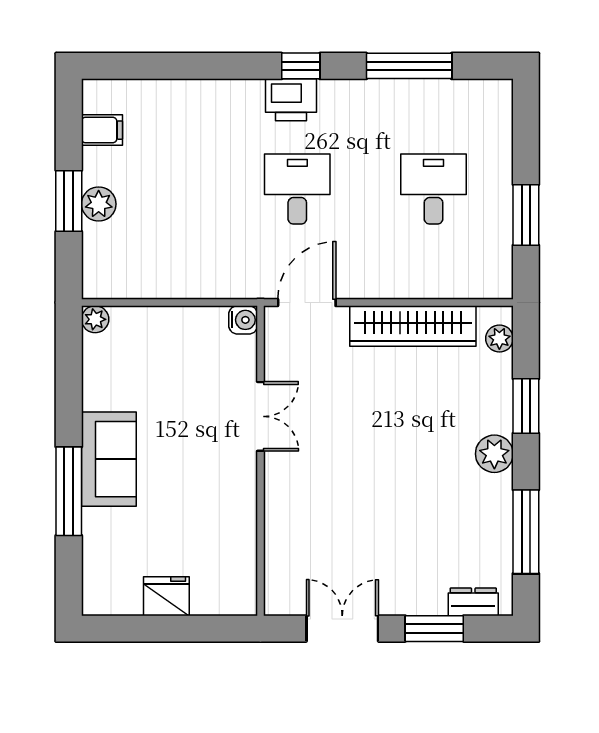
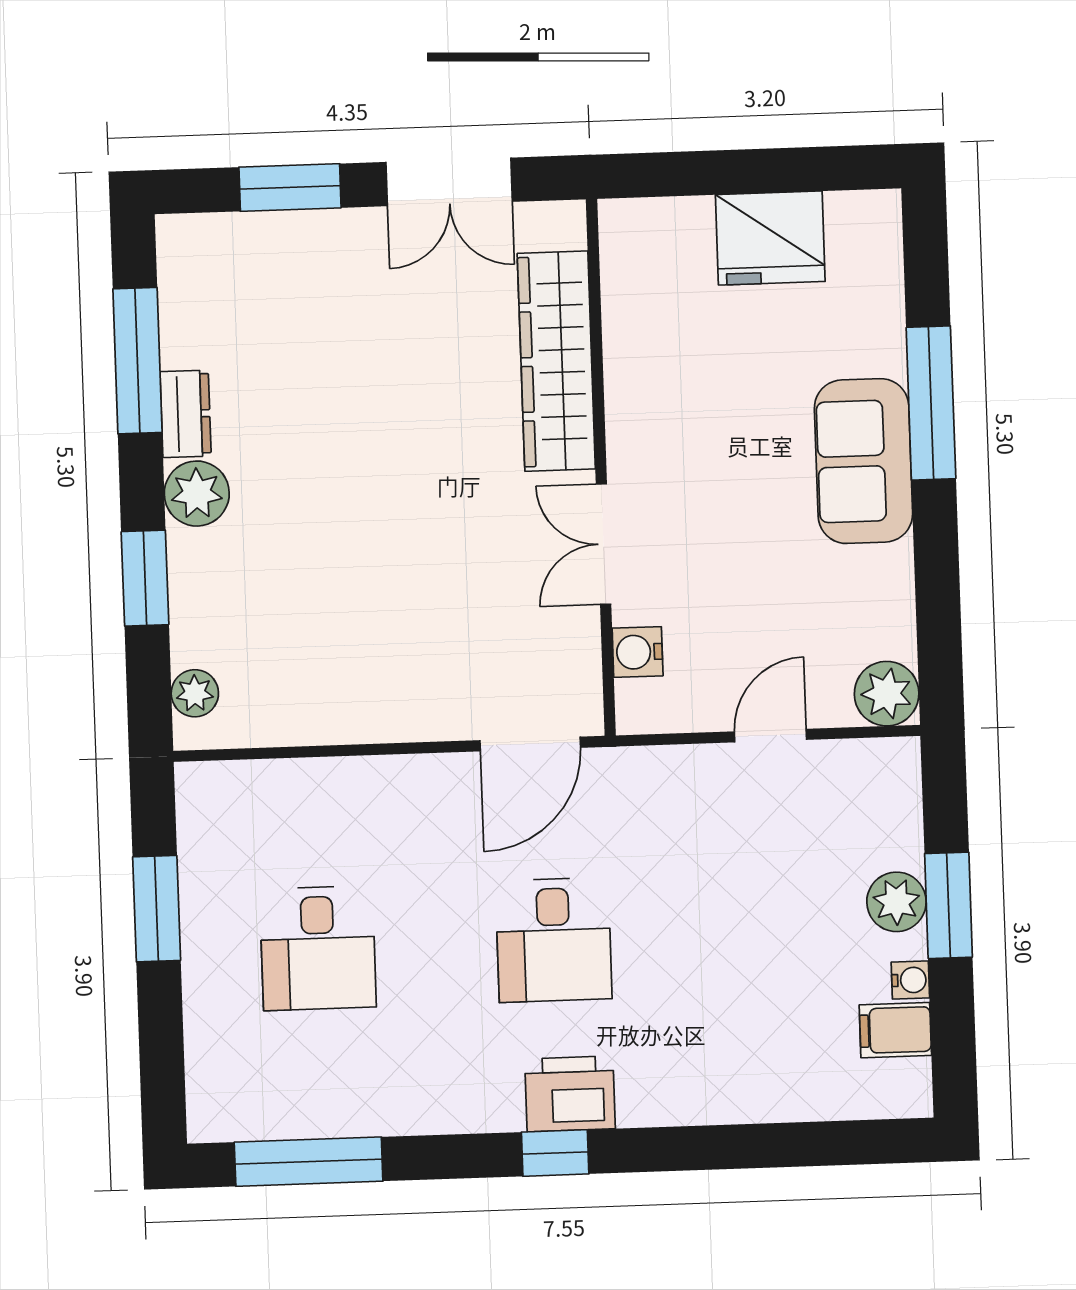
window: (409, 66) -> (309, 1162), moved
water cooler: (92, 159) -> (910, 980), added
door: (168, 302) -> (770, 736), added
plant: (95, 319) -> (887, 694), width x1.38, depth x1.38
water cooler: (243, 320) -> (638, 652), moved
wardrobe: (413, 326) -> (556, 361), moved, turned -90
fridge: (166, 596) -> (770, 238), width x1.36, depth x1.34
dresser: (473, 602) -> (186, 414), moved, turned -90

